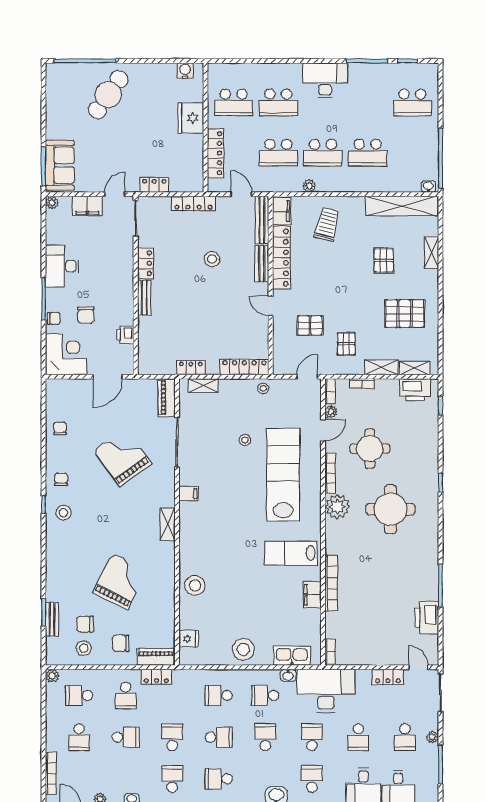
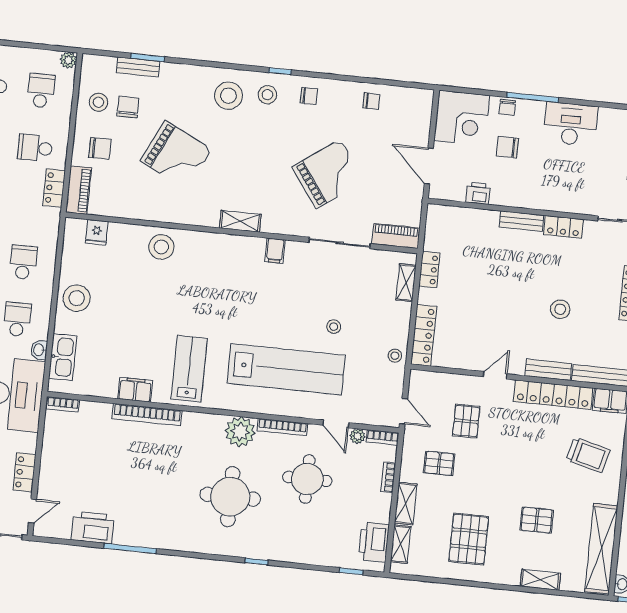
stool: (68, 544) -> (229, 96), added
chair: (121, 643) -> (100, 148), turned 90

